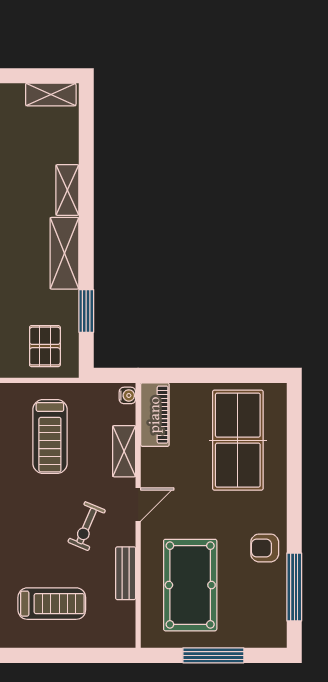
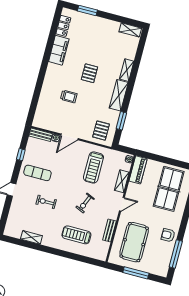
exercise bike: (87, 526) -> (85, 203), moved
treadmill: (52, 604) -> (76, 235), turned 180

